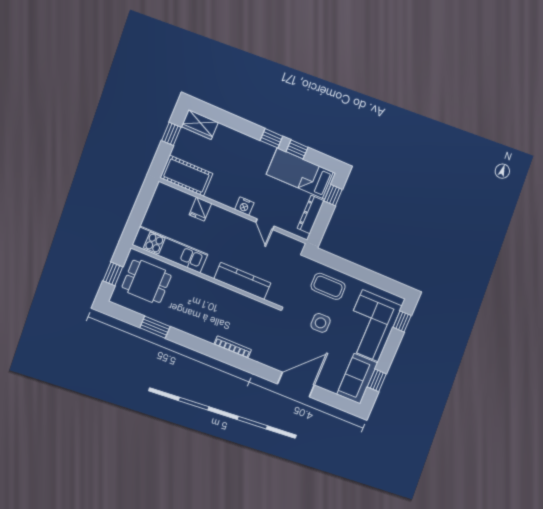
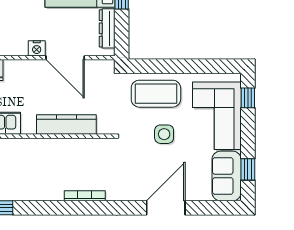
door: (265, 224) -> (65, 58), width x1.88
coffee table: (328, 286) -> (156, 94), width x1.36, depth x1.32

